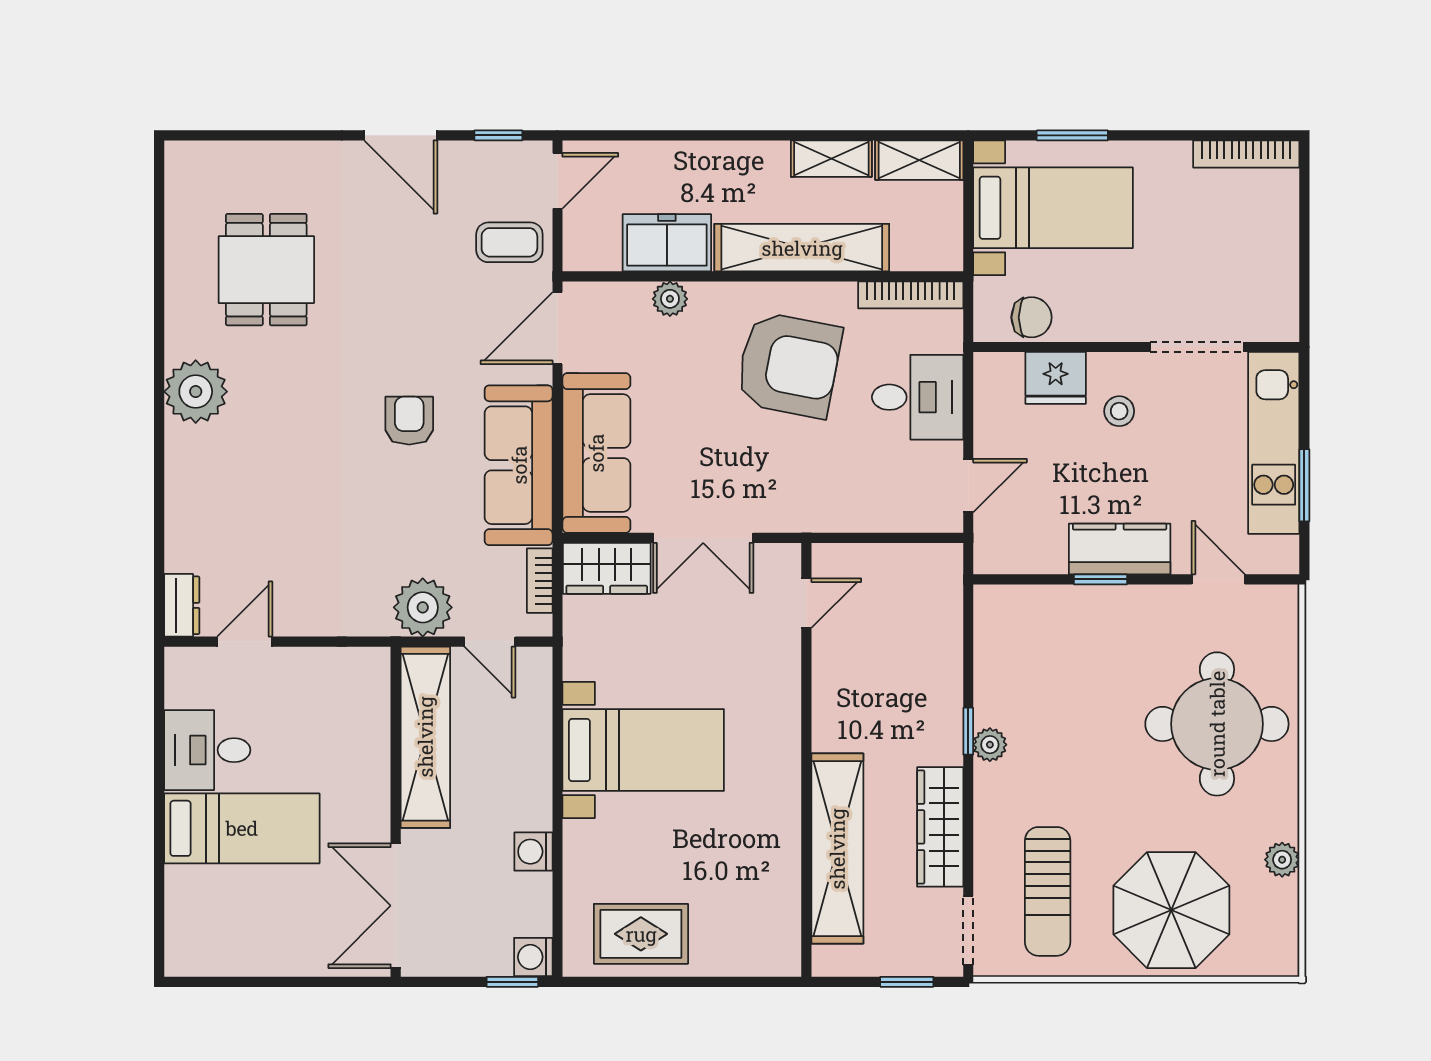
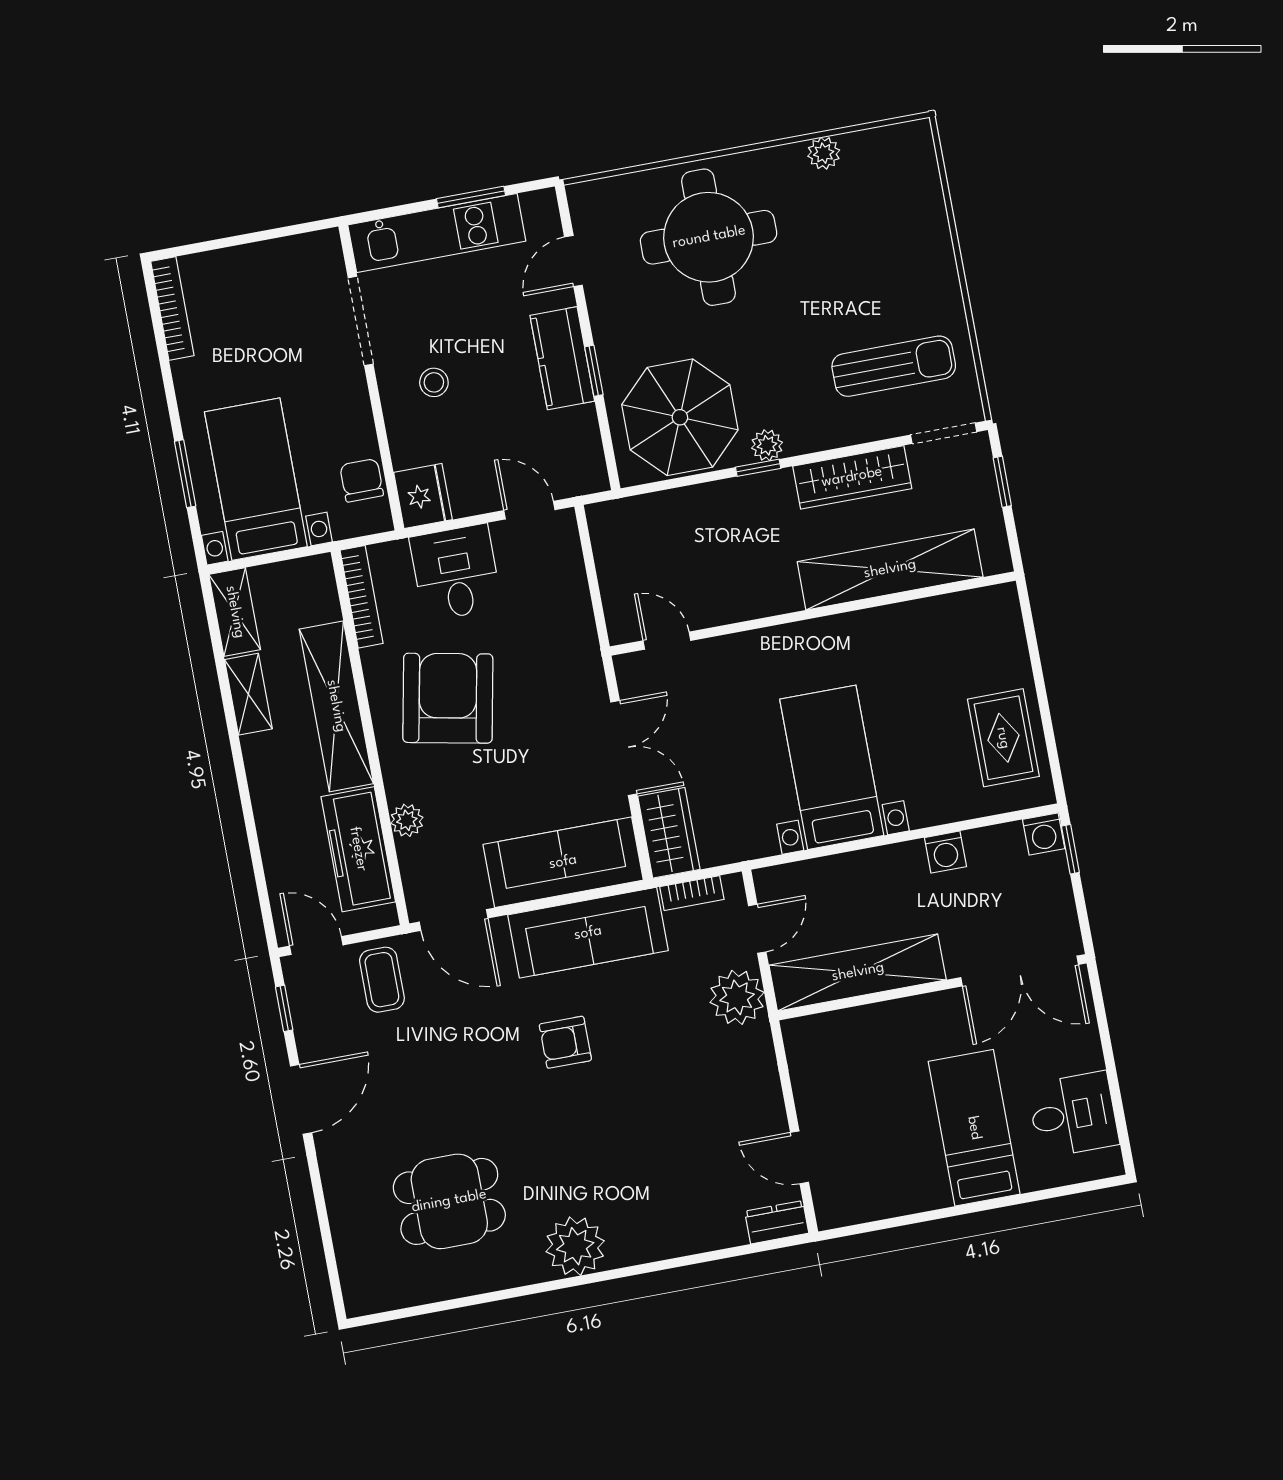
freezer: (667, 243) -> (358, 849), width x1.40
fridge: (1056, 378) -> (423, 496), moved
desk: (207, 750) -> (1073, 1115), moved, turned -90
parasol: (1171, 910) -> (680, 417), moved

